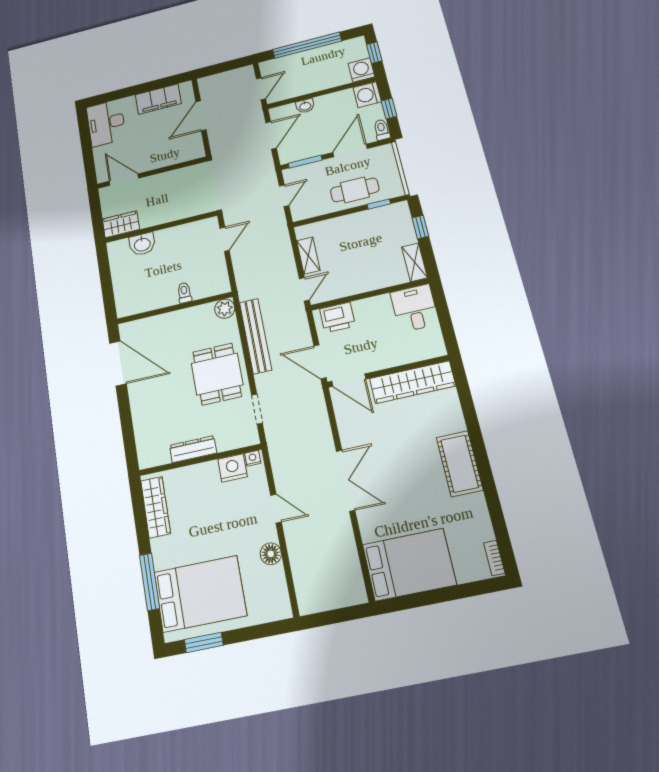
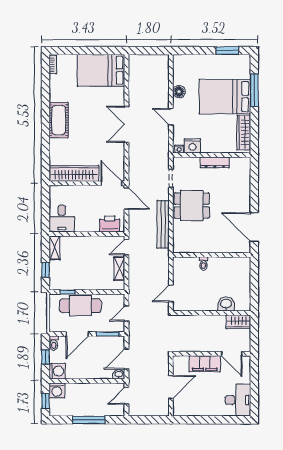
window: (307, 45) -> (89, 420), width x0.68
filing cabinet: (158, 99) -> (205, 364), moved, turned 180
washbasin: (305, 106) -> (119, 374), moved
cafe table: (355, 190) -> (80, 306), width x1.37, depth x1.35
plant: (225, 309) -> (179, 247), removed
dining table: (217, 374) -> (192, 206), turned 90
bed: (200, 594) -> (225, 97), moved

